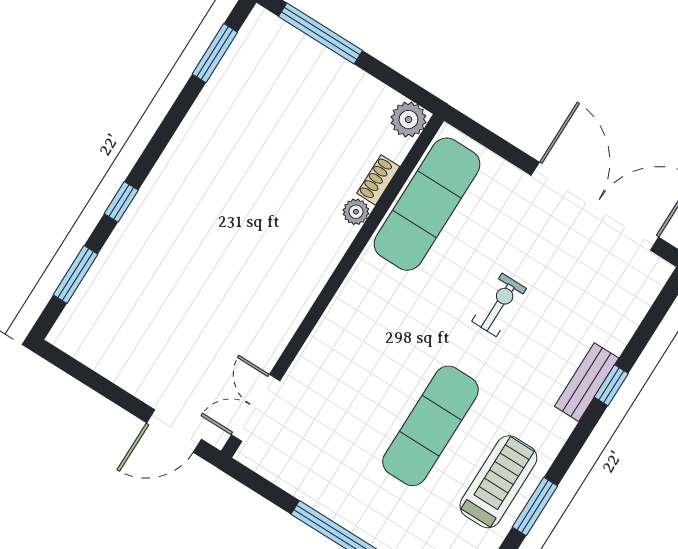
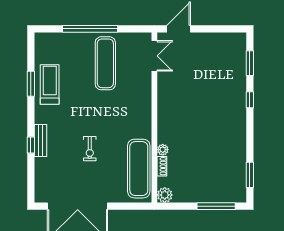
exercise mat: (431, 426) -> (105, 63), moved
treadmill: (498, 482) -> (50, 84), turned 180

